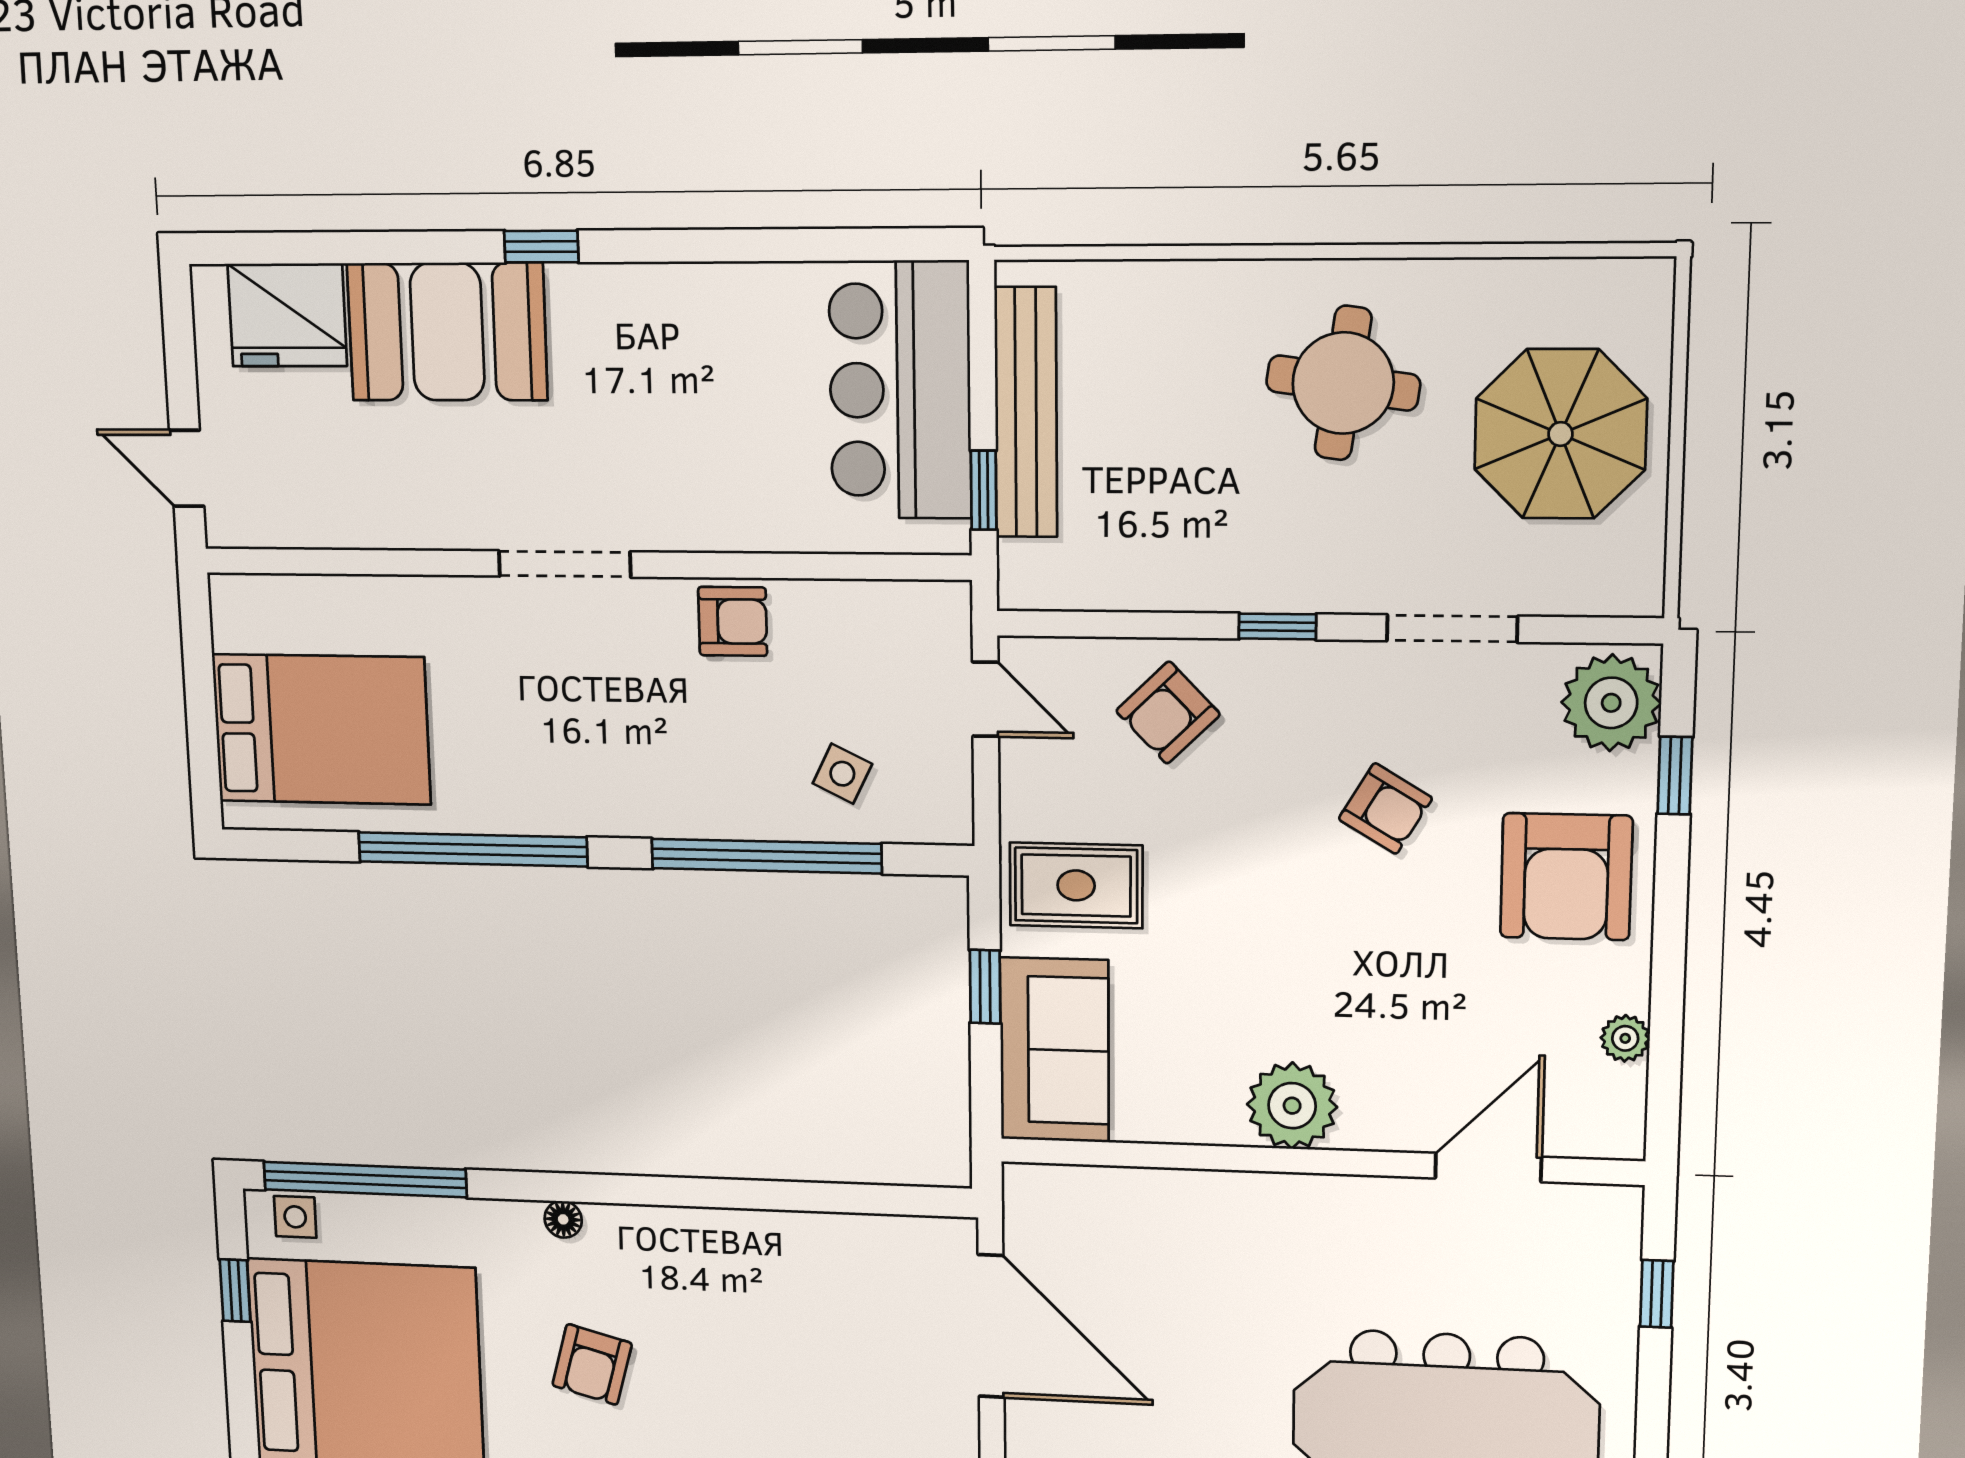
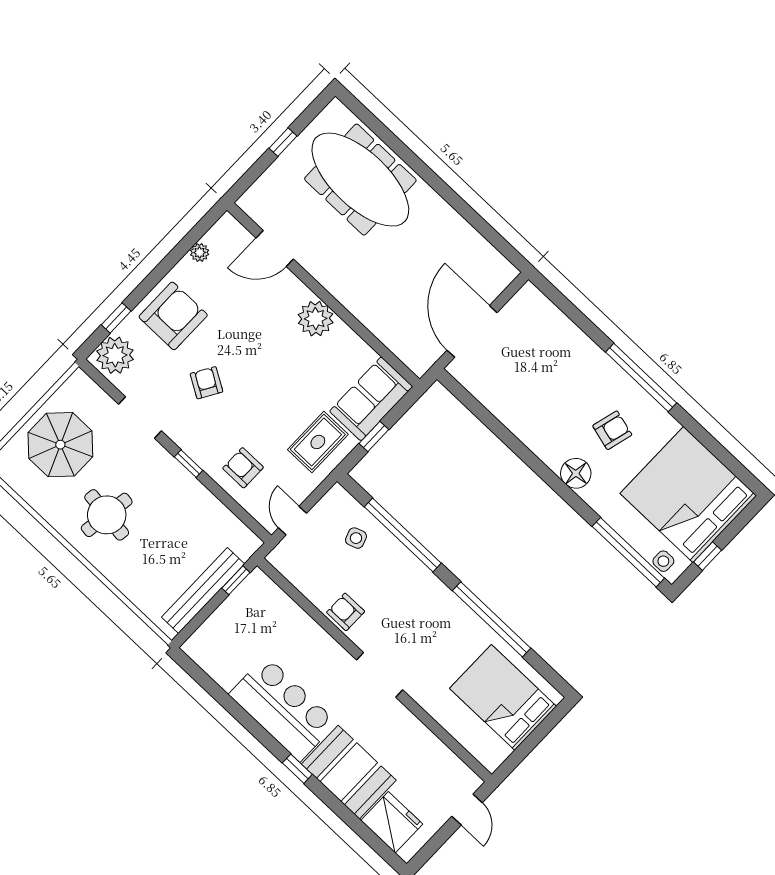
bar counter: (900, 390) -> (283, 709), moved, turned -90
armchair: (1168, 713) -> (243, 468), turned -136
side table: (842, 774) -> (356, 538), turned 45
rug: (1076, 885) -> (318, 442), turned 90
floor lamp: (563, 1219) -> (576, 473), width x1.89, depth x1.89
window: (1657, 1294) -> (283, 142), moved

